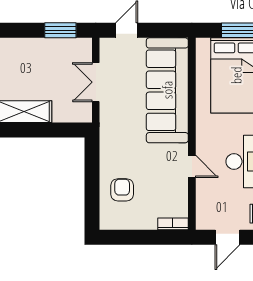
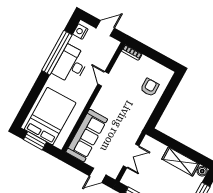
sofa: (167, 90) -> (87, 136), width x0.74, depth x0.79
armchair: (122, 190) -> (150, 87), turned 180

